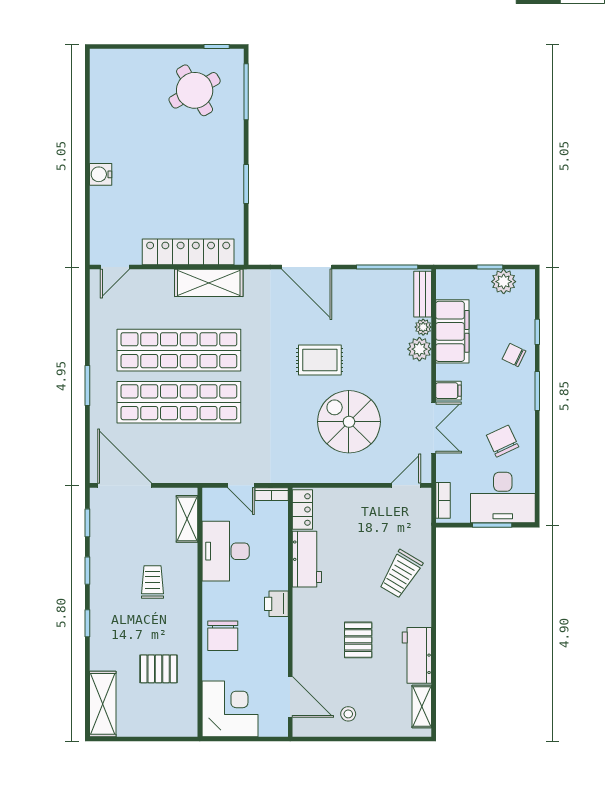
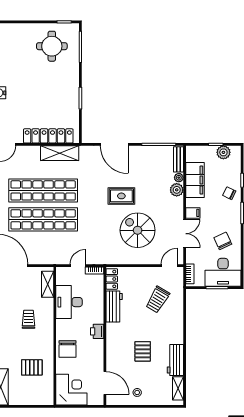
round table: (195, 90) -> (52, 46), turned 30
door: (241, 485) -> (78, 266), swing flipped
trolley: (401, 574) -> (158, 300), moved

